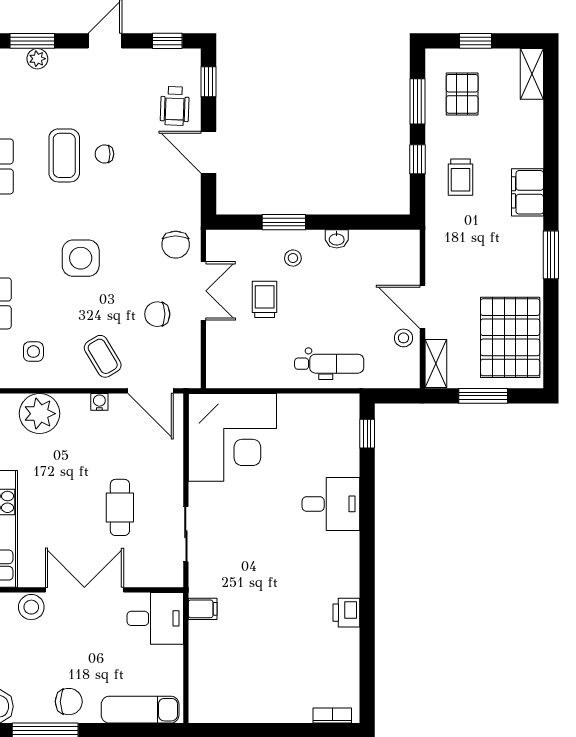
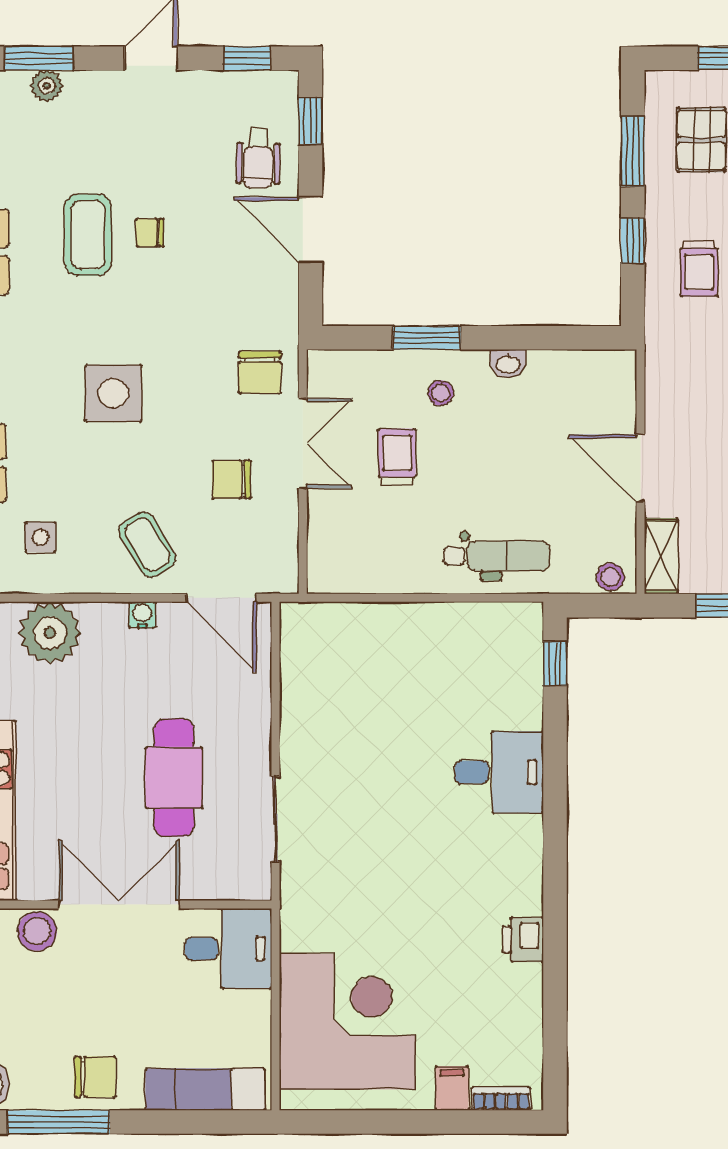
stool: (404, 338) -> (610, 577), moved
corner desk: (232, 437) -> (347, 1021), moved, turned -90
cafe table: (120, 507) -> (174, 778), width x1.37, depth x1.35
filing cabinet: (203, 609) -> (452, 1088), moved, turned -90

